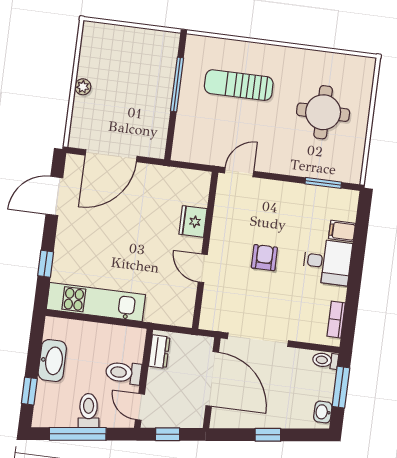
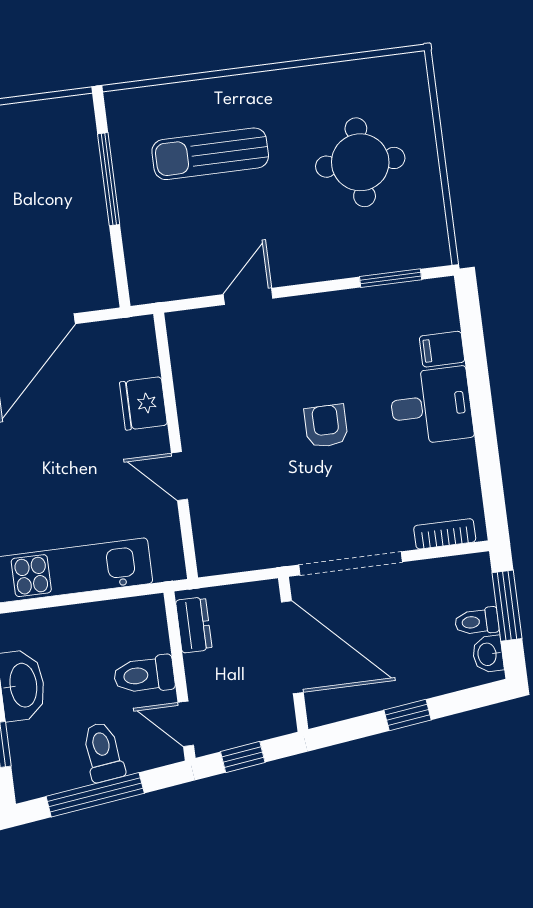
fridge: (193, 221) -> (143, 403), moved
wall: (205, 250) -> (176, 446), moved
door: (203, 268) -> (179, 476), moved
bookcase: (336, 320) -> (445, 534), moved, turned 90
toilet: (325, 360) -> (477, 622), moved

